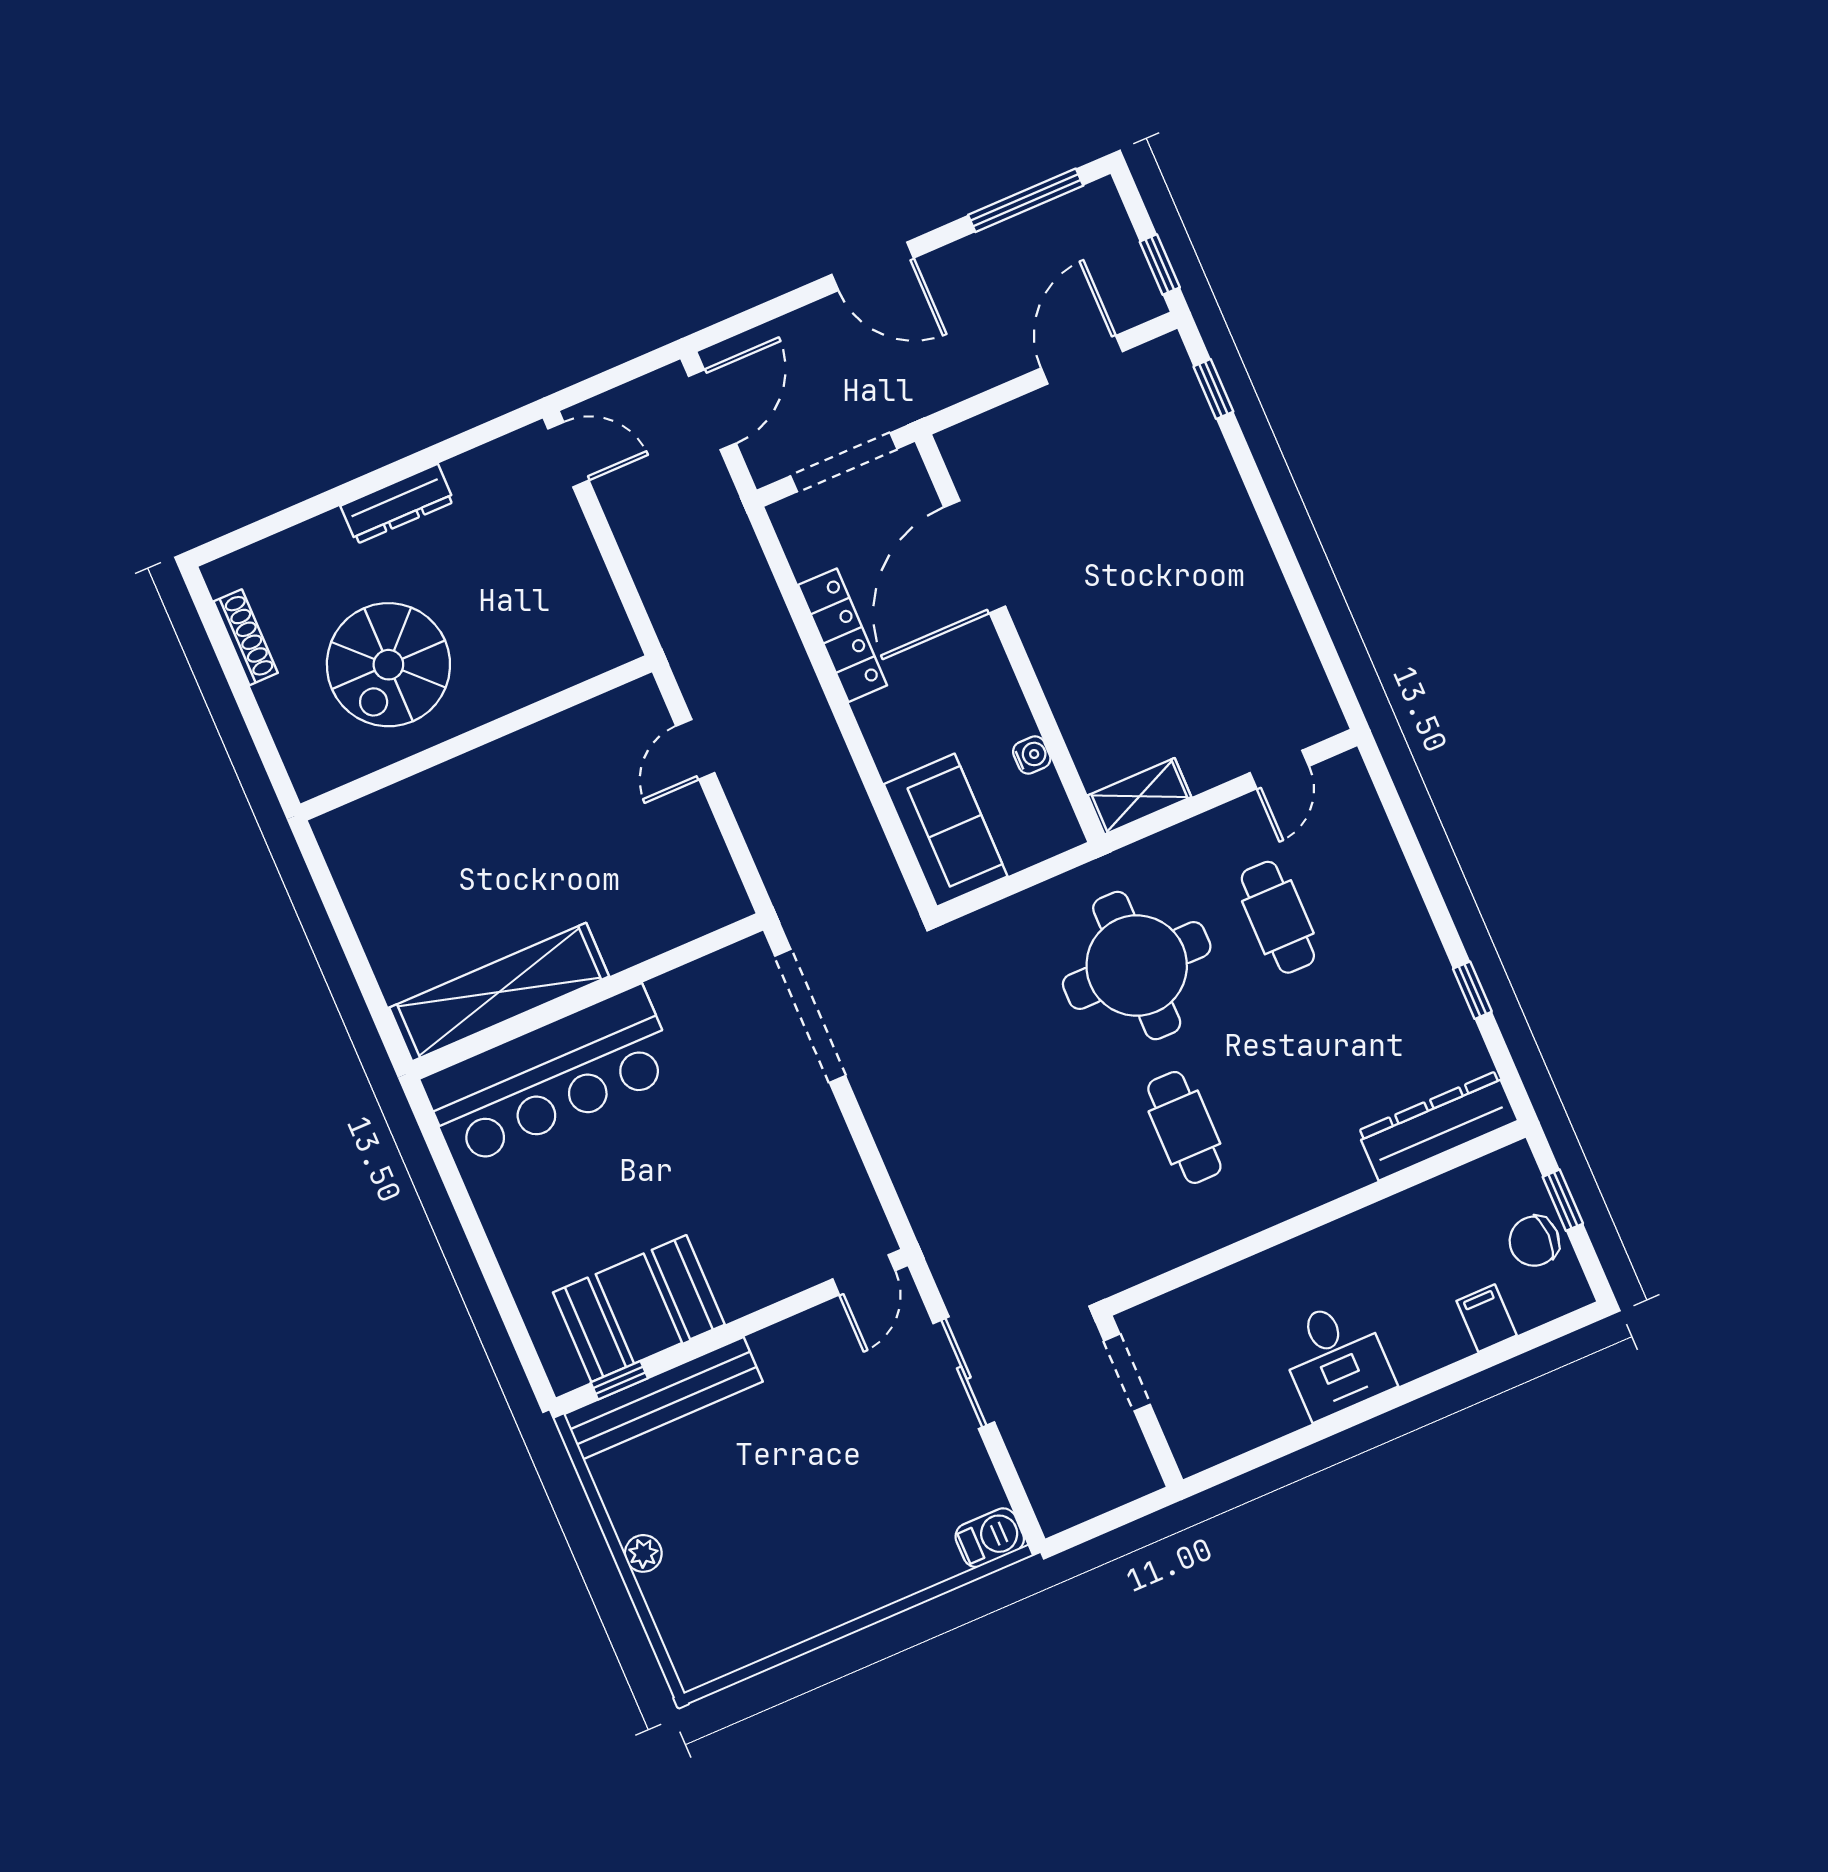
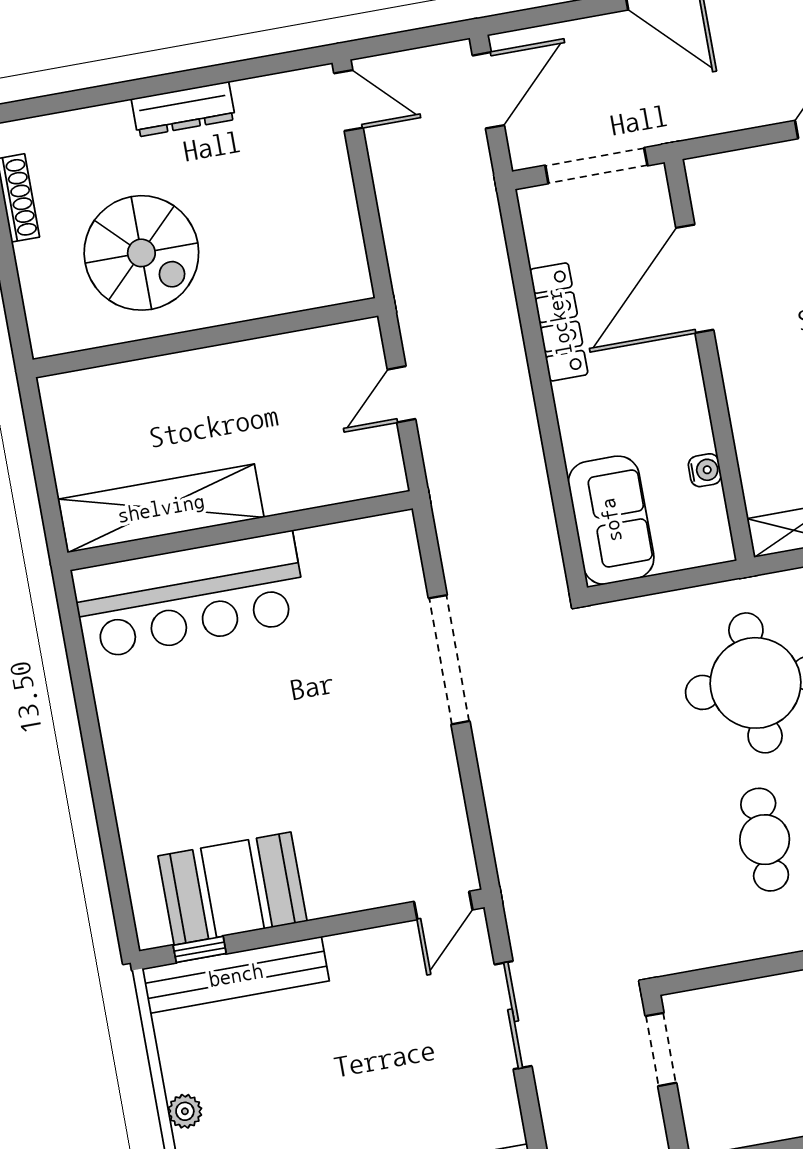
spiral stairs: (388, 665) -> (141, 253), turned -90
shelving: (499, 992) -> (161, 508), moved
wall: (587, 996) -> (240, 531), moved
bar counter: (550, 1076) -> (189, 595), moved

